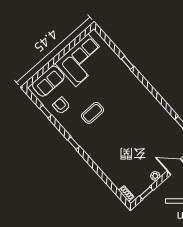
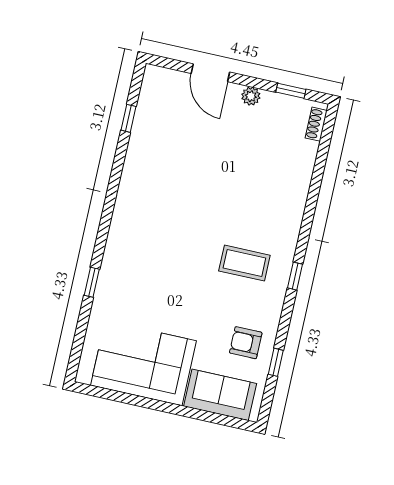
armchair: (61, 106) -> (246, 343), turned 90
coffee table: (93, 113) -> (244, 263), moved

